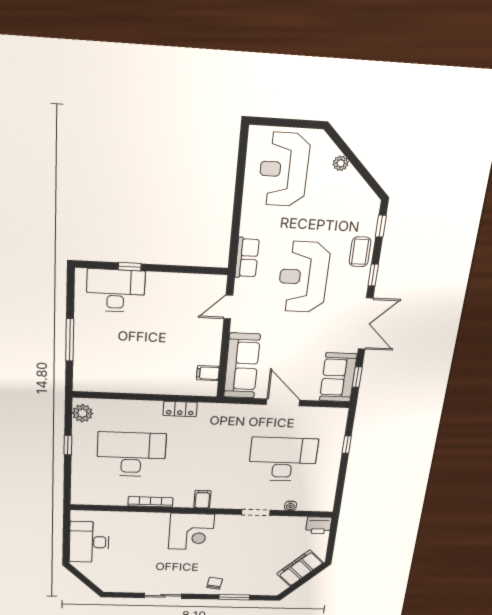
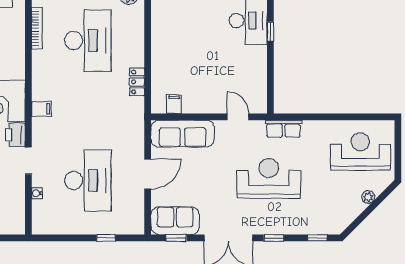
coffee table: (360, 252) -> (294, 224), removed
bookcase: (151, 502) -> (37, 28), moved
printer: (319, 525) -> (15, 135), moved

